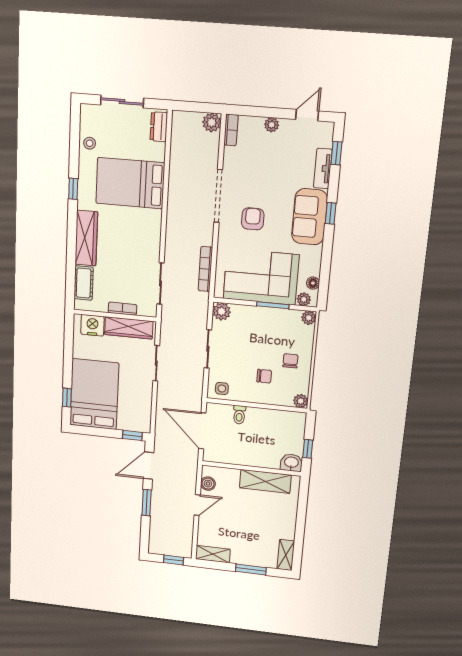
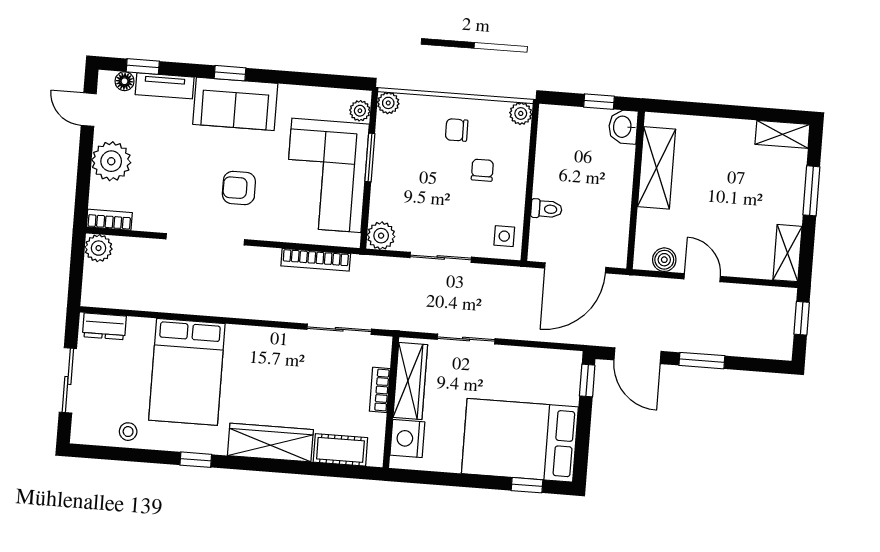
plant: (272, 125) -> (111, 161), width x1.88, depth x1.88
floor lamp: (313, 283) -> (125, 81), moved

